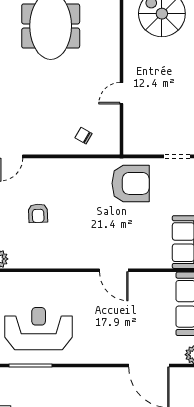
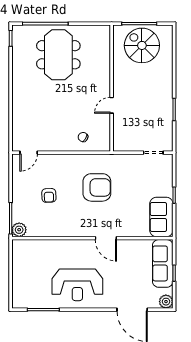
armchair: (131, 183) -> (97, 187), moved
reception desk: (39, 329) -> (77, 285), moved, turned 180

